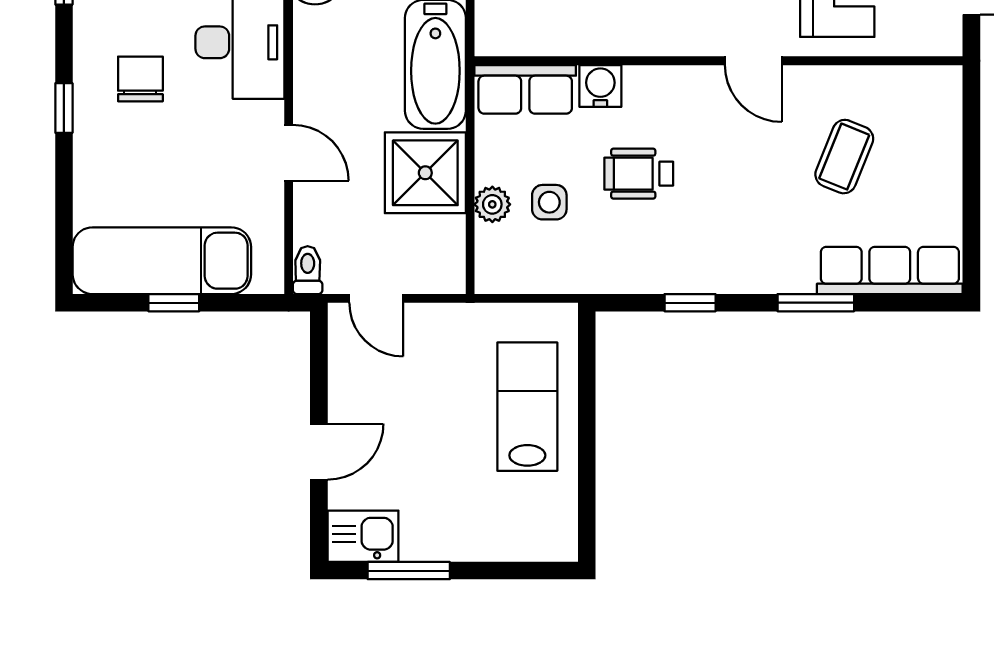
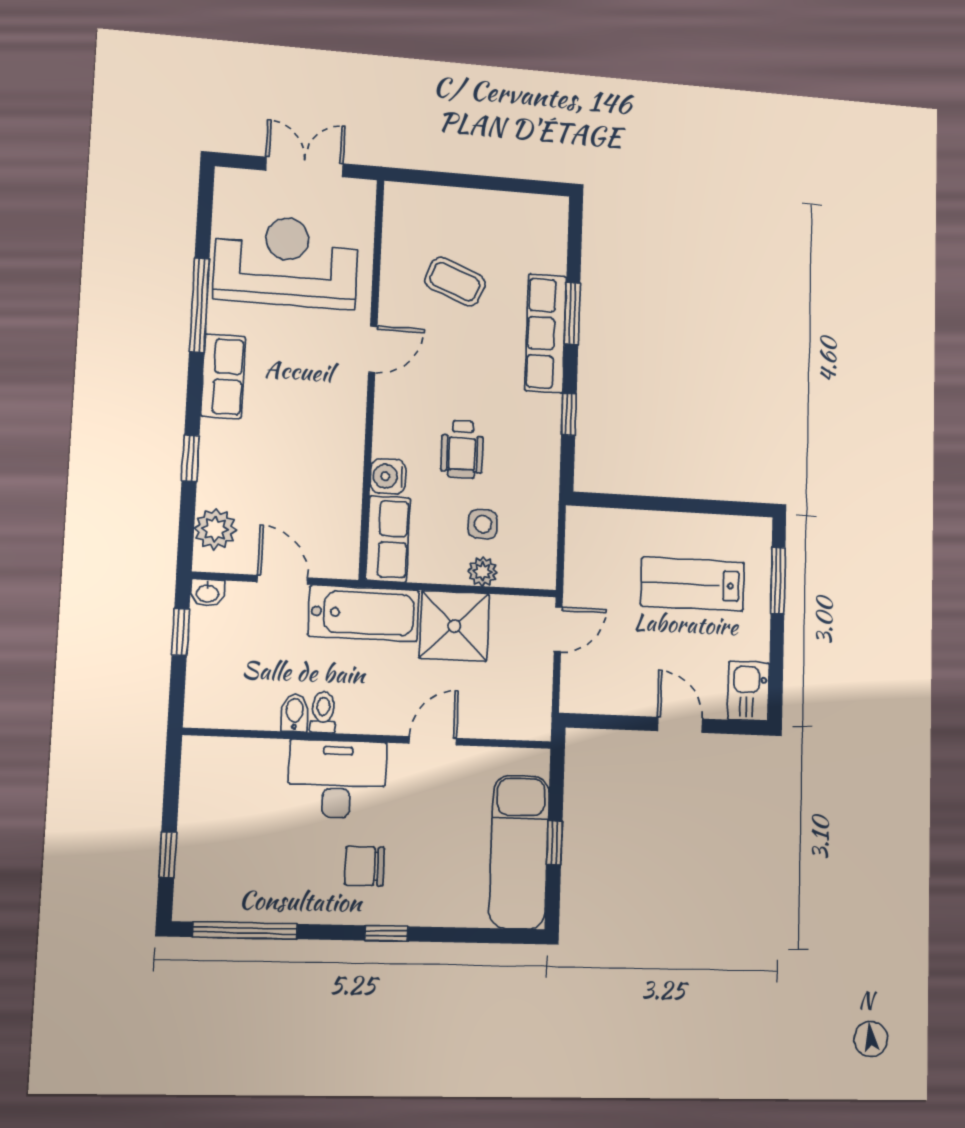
toilet: (308, 270) -> (323, 712), moved, turned 90
row of seats: (890, 270) -> (546, 334), moved
door: (376, 298) -> (558, 629), moved
lab bench: (527, 407) -> (693, 584), moved
window: (409, 571) -> (778, 580), moved

